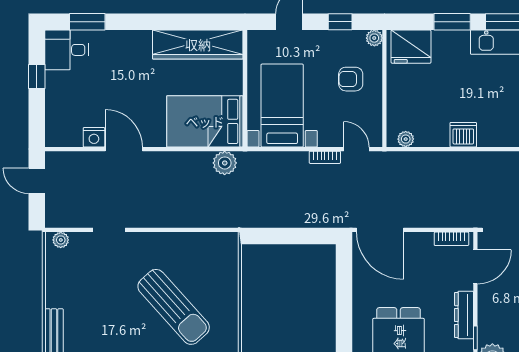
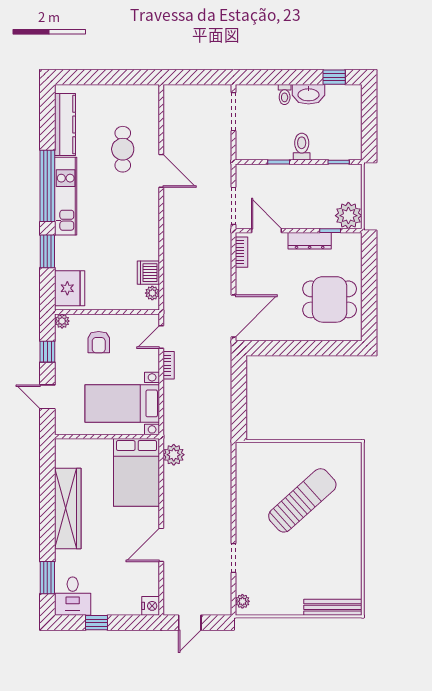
wardrobe: (198, 44) -> (68, 509), moved
dishwasher: (463, 135) -> (148, 273), moved
nightstand: (94, 137) -> (151, 606), moved

